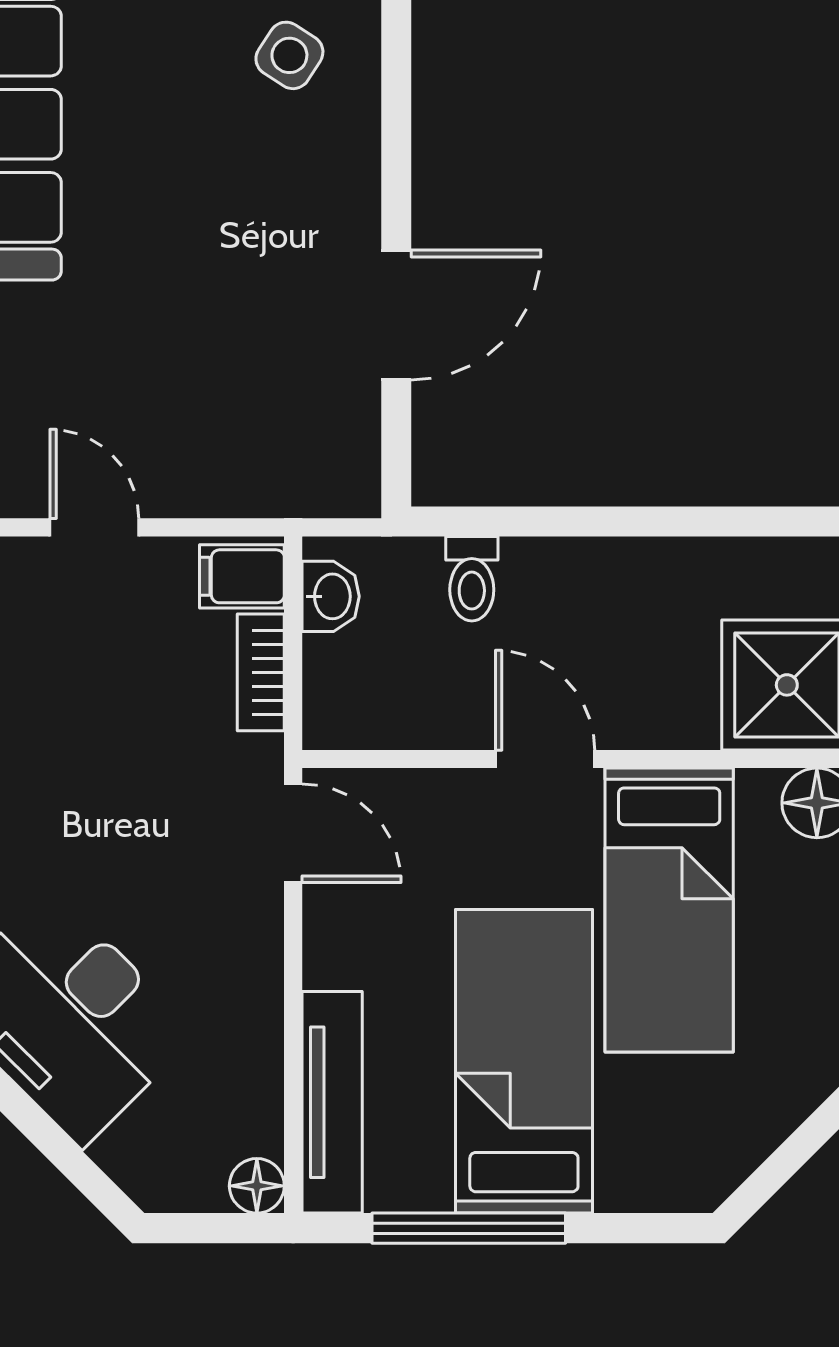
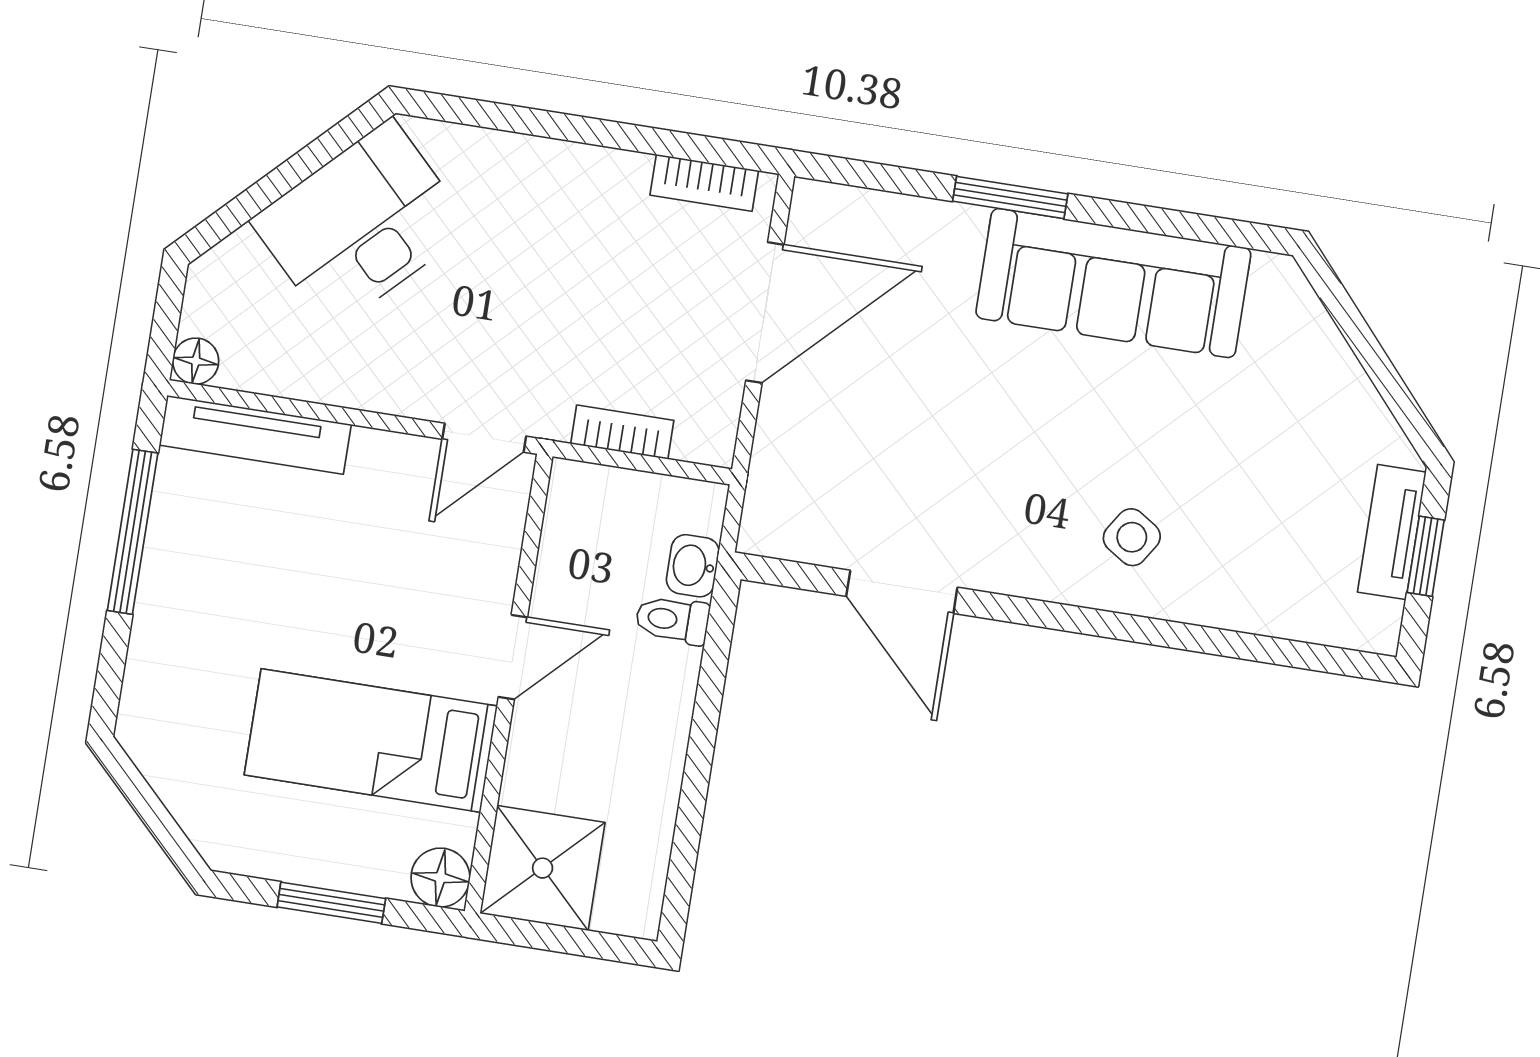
door: (94, 527) -> (765, 313), width x1.88
filing cabinet: (242, 576) -> (705, 429), removed
washbasin: (331, 596) -> (693, 566), moved, turned 90
bed: (524, 1061) -> (264, 600), removed

